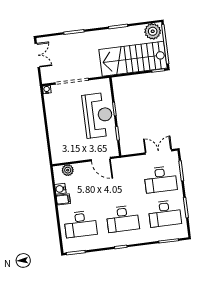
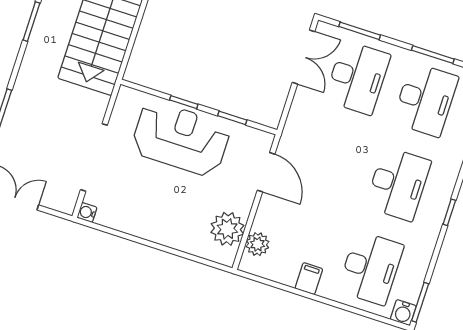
double door: (158, 152) -> (303, 57), swing flipped
plant: (68, 154) -> (227, 229), added
door: (101, 159) -> (266, 172), hinge flipped
water cooler: (60, 189) -> (403, 313), moved

